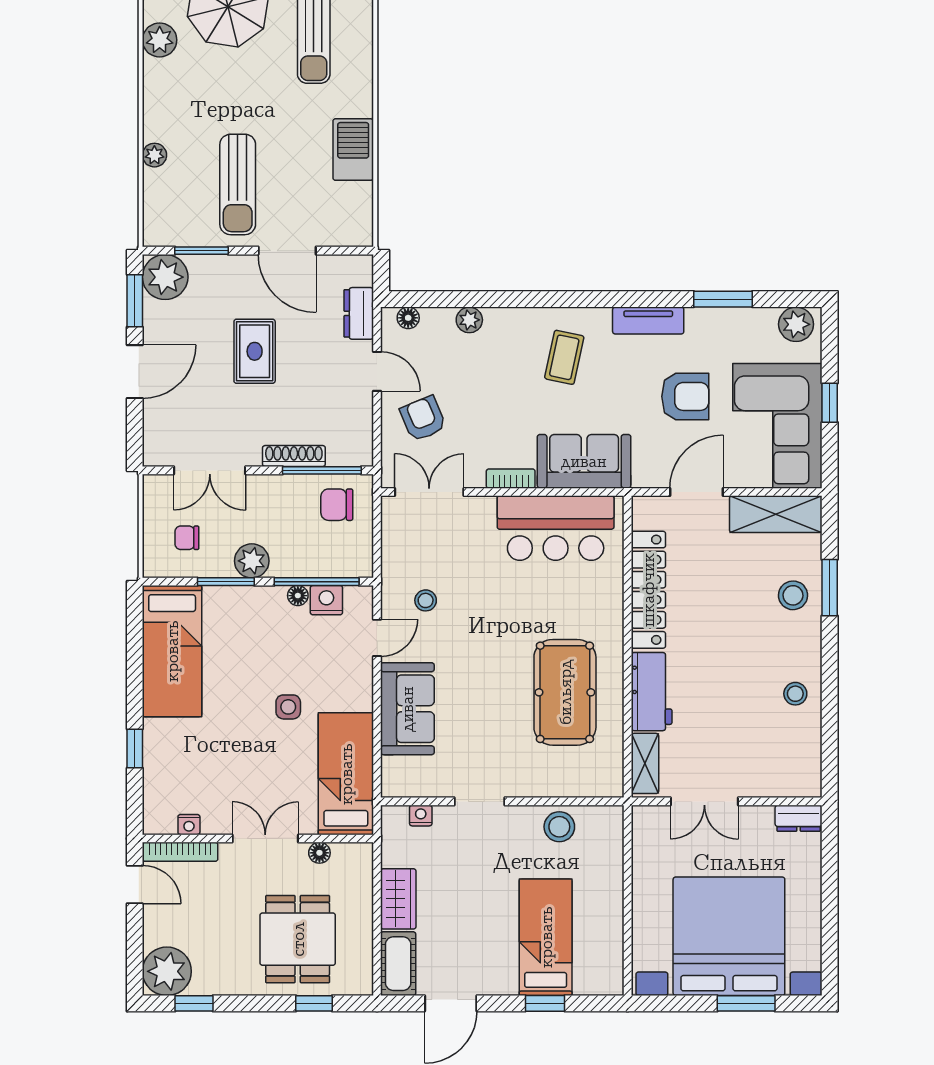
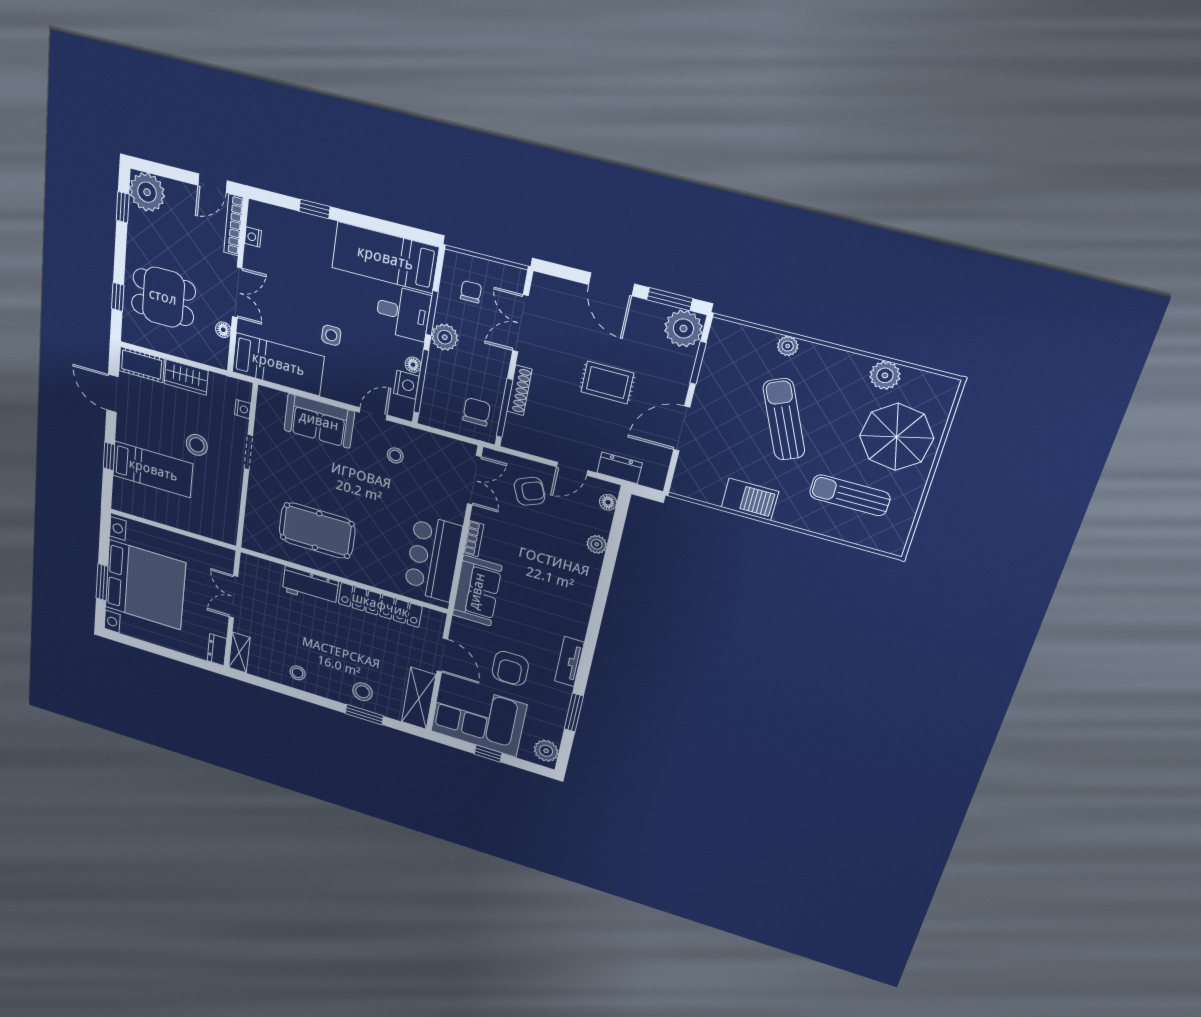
sun lounger: (238, 184) -> (784, 419), moved, turned 66
coffee table: (564, 357) -> (555, 600), removed
desk: (235, 618) -> (403, 313), added
door: (377, 638) -> (373, 414), swing flipped
shelving: (645, 763) -> (239, 652), moved, turned 90
stool: (559, 827) -> (197, 445), moved

